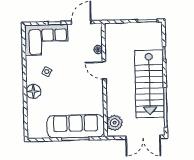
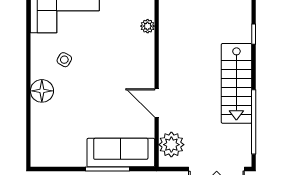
door: (104, 70) -> (157, 103), moved
stairs: (149, 84) -> (236, 83), width x0.73, depth x0.66
sofa: (76, 126) -> (121, 153), width x0.74, depth x0.79

